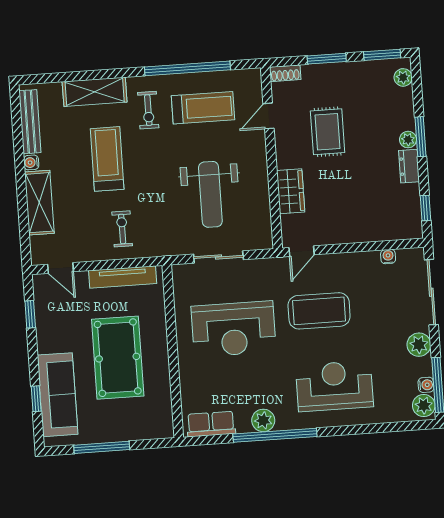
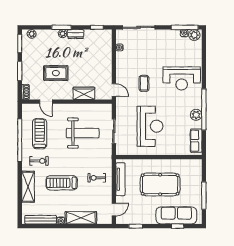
coffee table: (319, 311) -> (144, 83), width x0.54, depth x0.58
plant: (419, 345) -> (164, 35), removed
reception desk: (334, 386) -> (182, 78), turned -90

